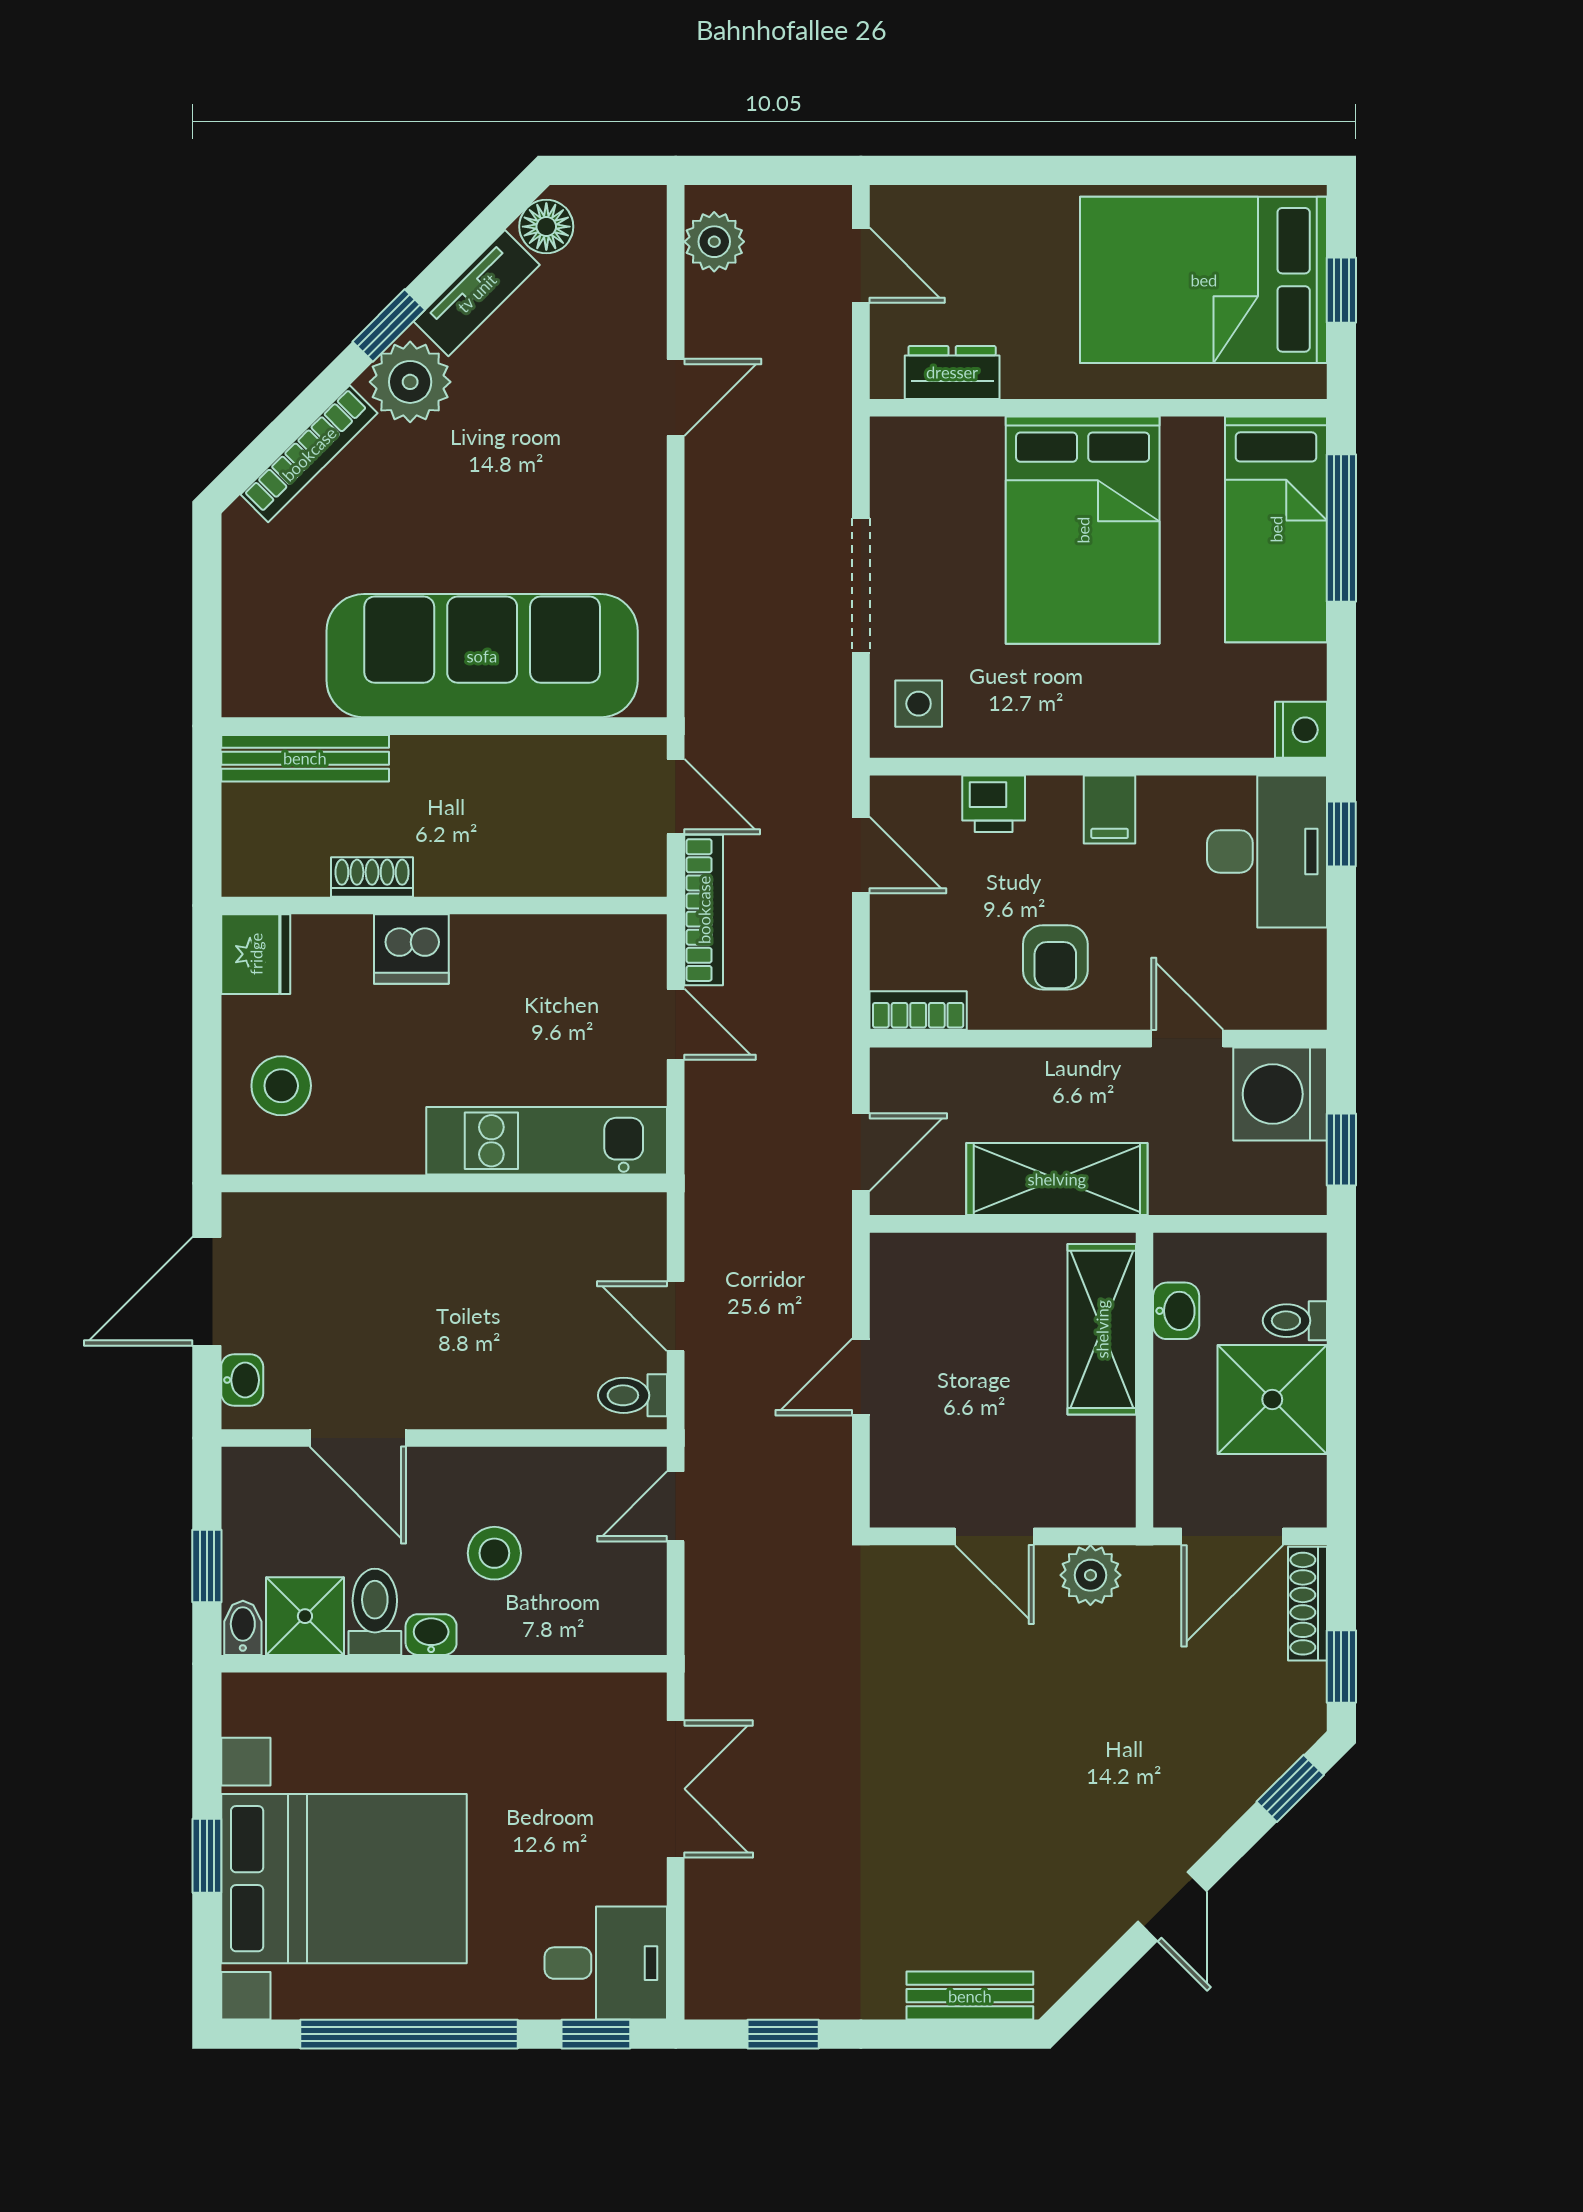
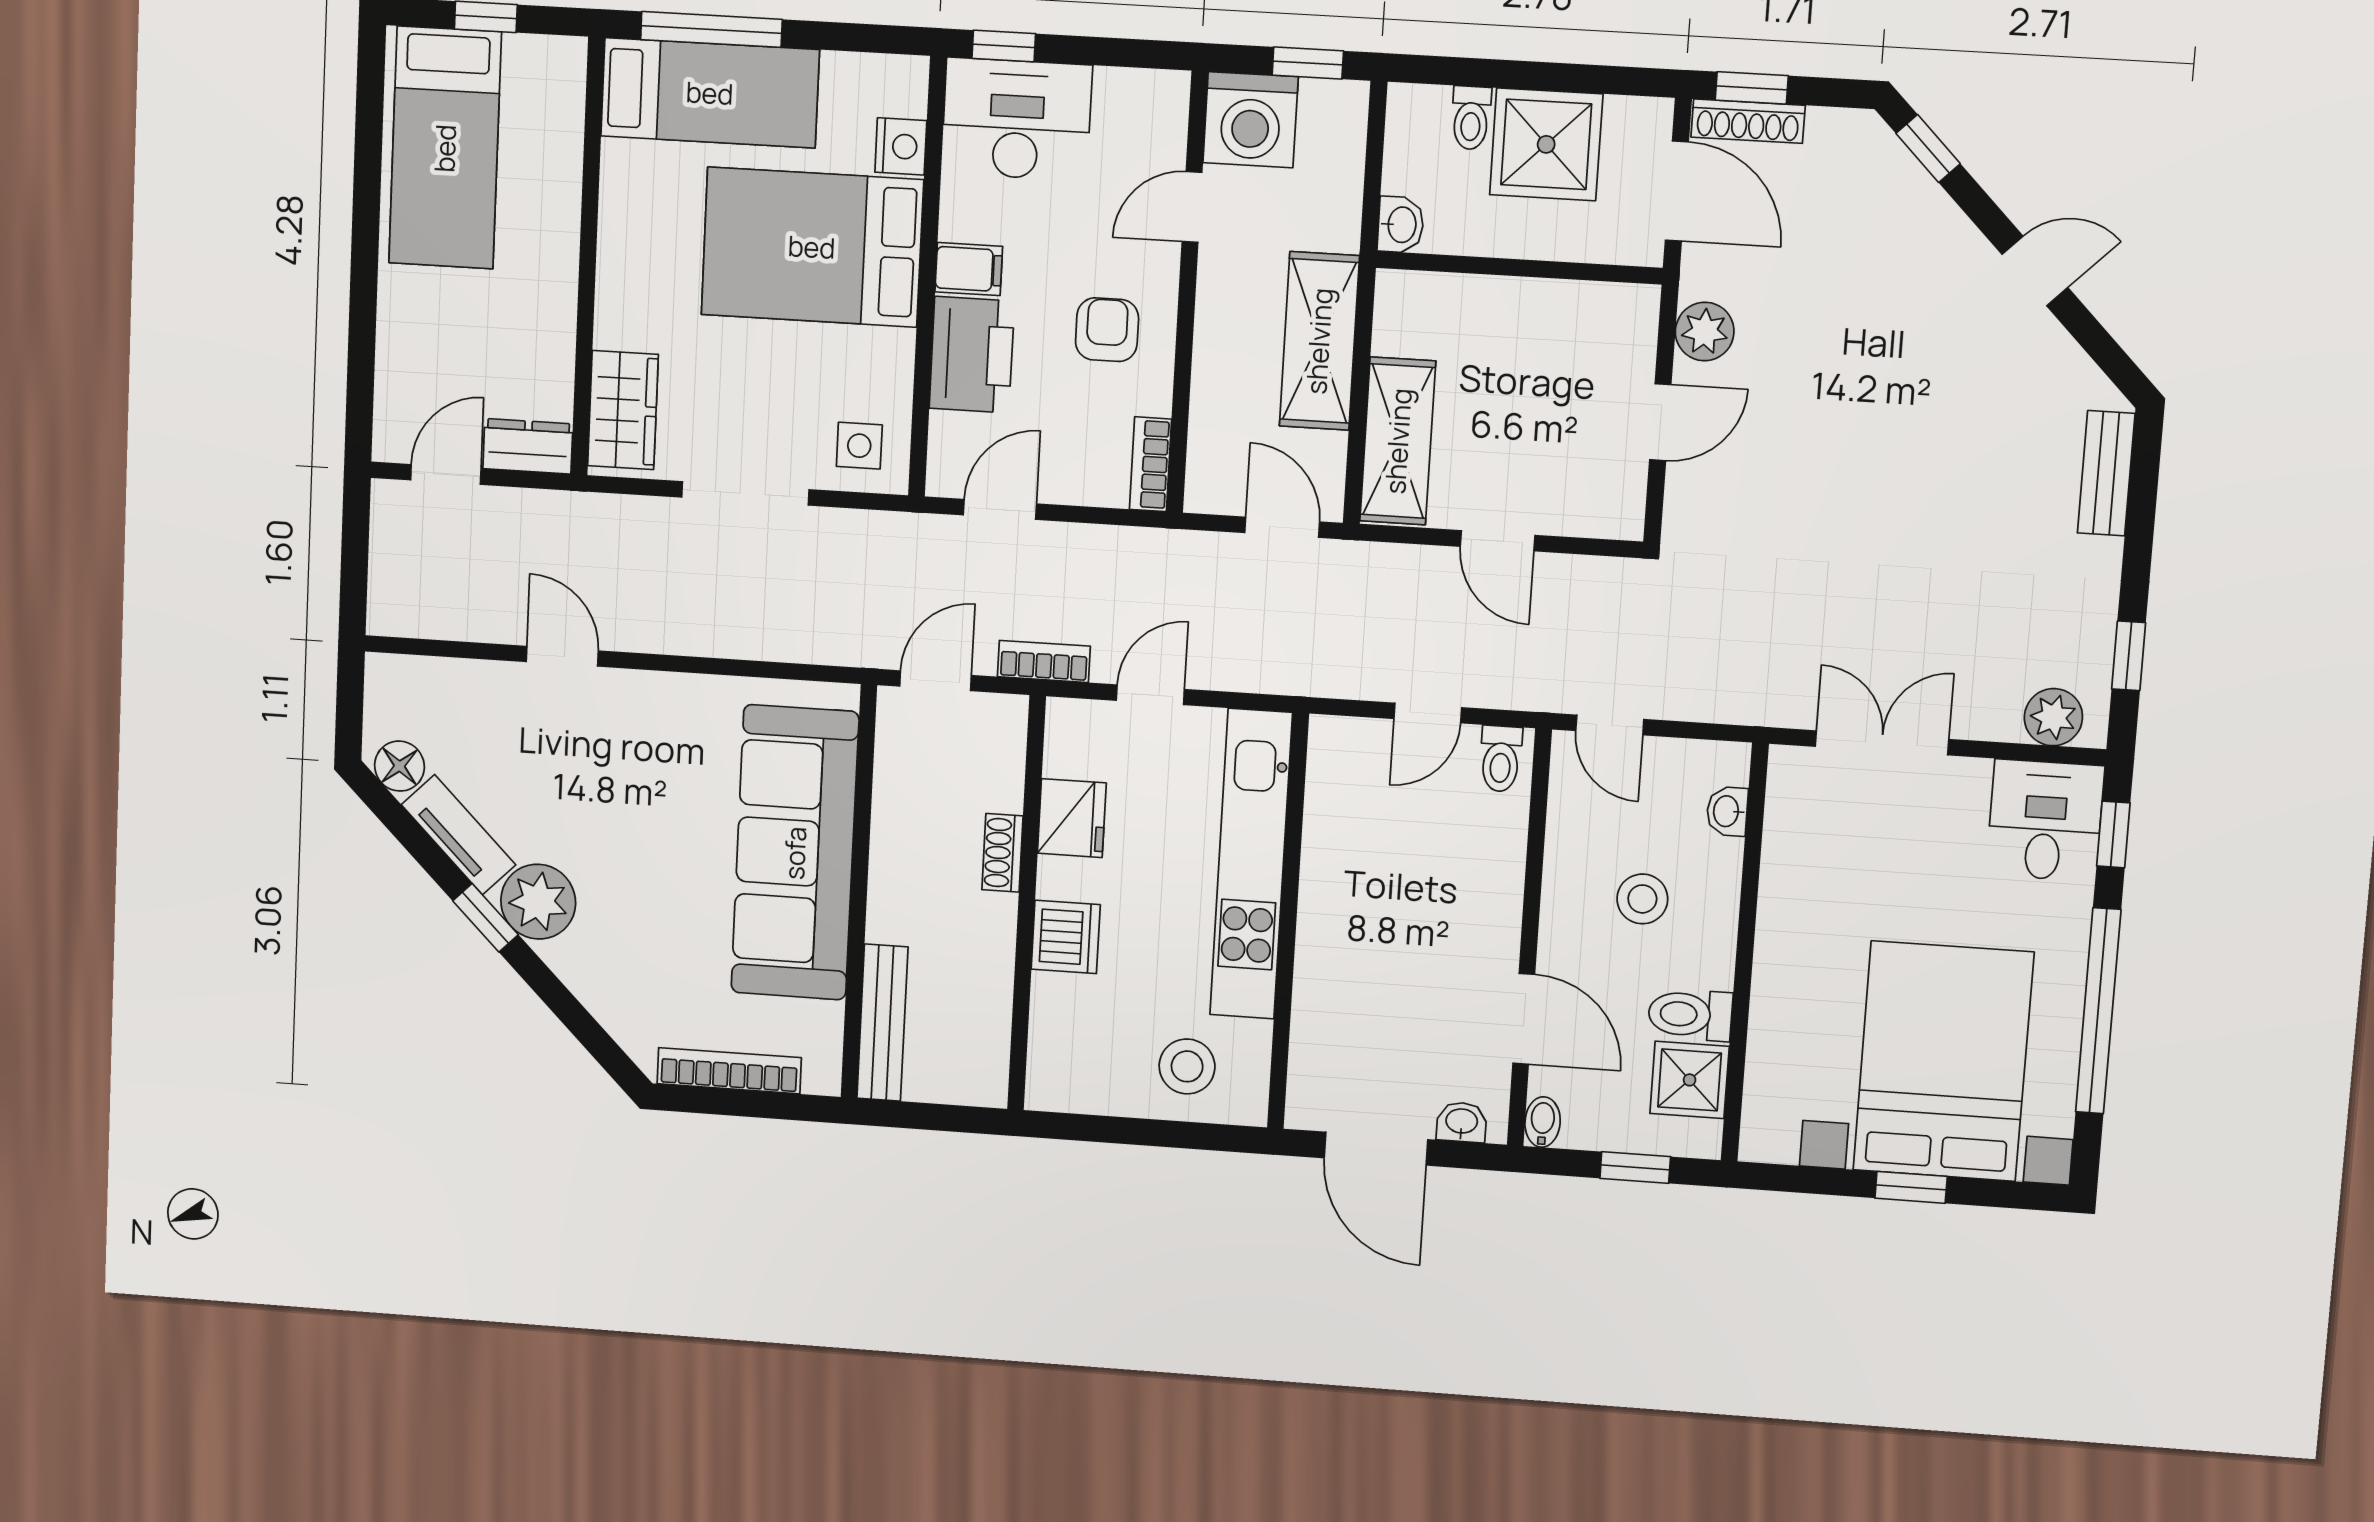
plant: (714, 242) -> (2053, 717), moved
bed: (1204, 280) -> (445, 148), width x0.67
dresser: (952, 372) -> (528, 446), moved, turned 90
wardrobe: (941, 452) -> (623, 410), added
bookcase: (309, 454) -> (729, 1071), moved, turned -45
bed: (1083, 530) -> (812, 247), moved, turned 180
nightstand: (1301, 730) -> (901, 146), moved, turned 90
printer: (994, 804) -> (972, 355), width x1.87, depth x1.48
shoe rack: (372, 877) -> (1002, 853), moved
bookcase: (704, 910) -> (1044, 661), width x0.64
fridge: (256, 954) -> (1072, 818), moved, turned 90
armchair: (1055, 957) -> (1107, 330), turned -90
kitchen unit: (547, 1141) -> (1251, 864), width x1.36
washbasin: (1176, 1311) -> (1401, 225), moved, turned 90
shelving: (1102, 1329) -> (1398, 441), moved, turned 90
door: (358, 1438) -> (1524, 1019), hinge flipped
bidet: (243, 1628) -> (1543, 1122), moved, turned 90
washbasin: (431, 1635) -> (1727, 811), moved
window: (1341, 1667) -> (1752, 88), moved

